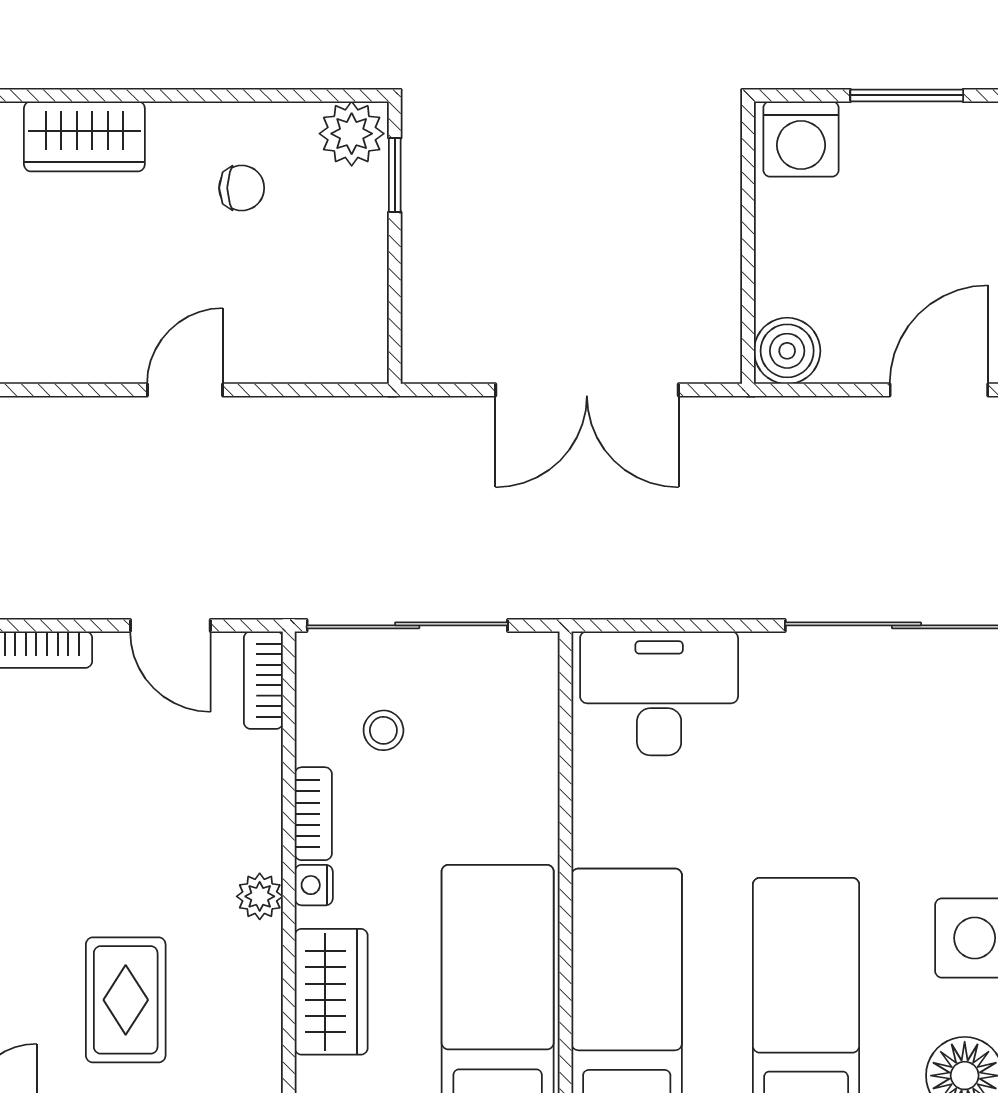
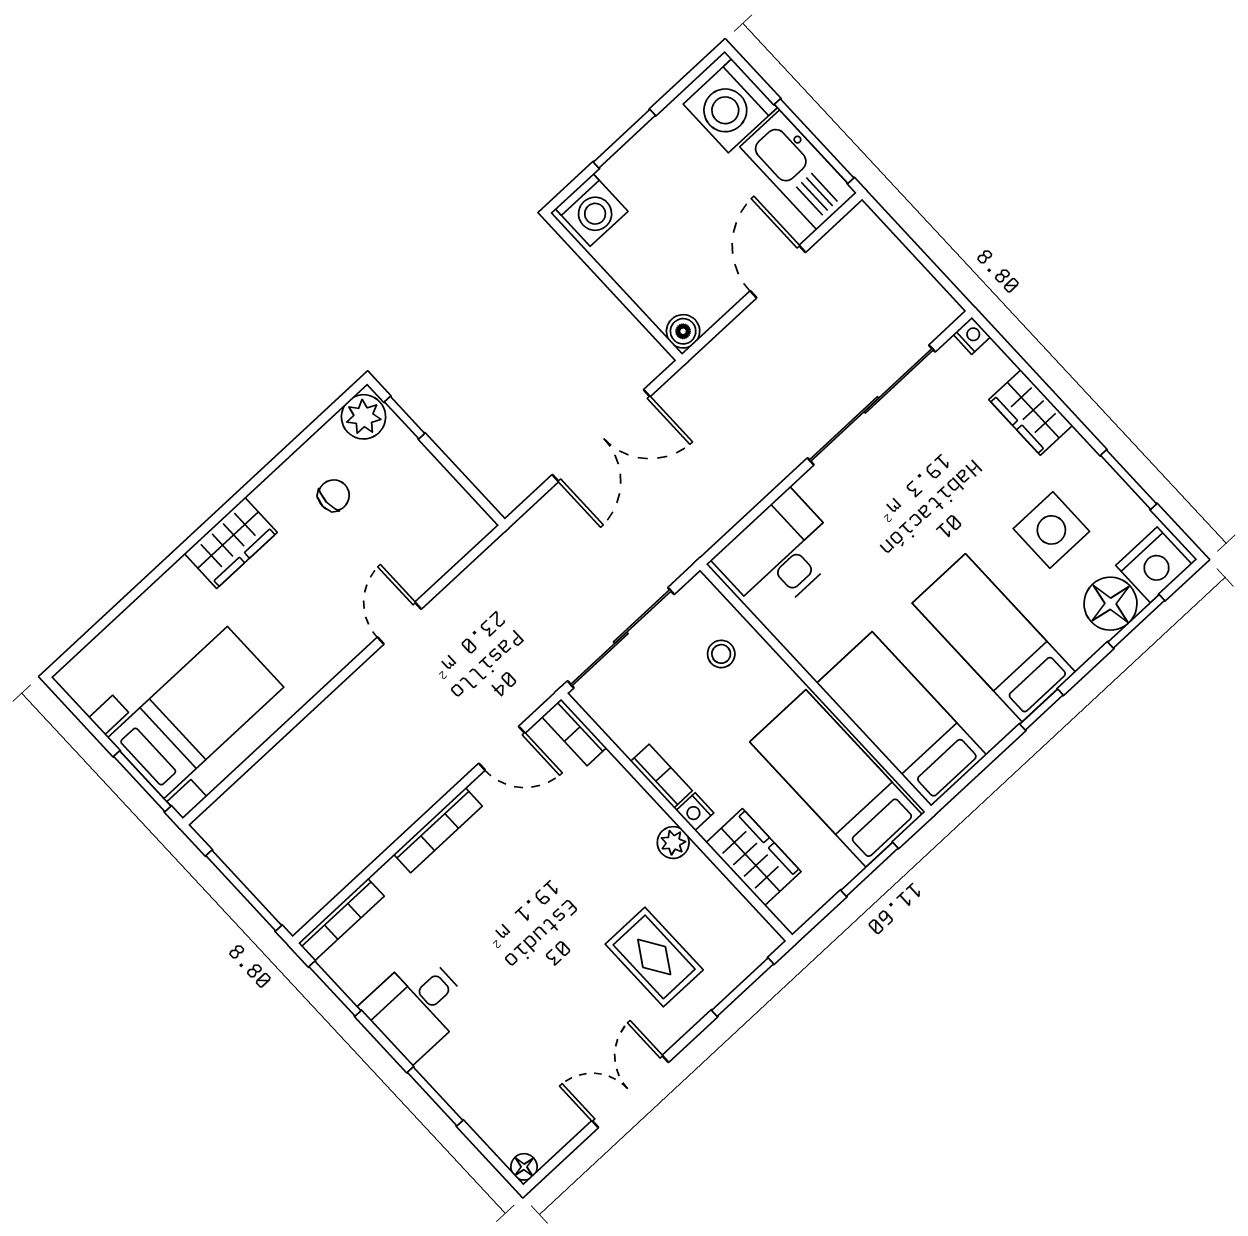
boiler: (787, 351) -> (683, 331), width x0.73, depth x0.73
stool: (383, 730) -> (721, 654), moved

